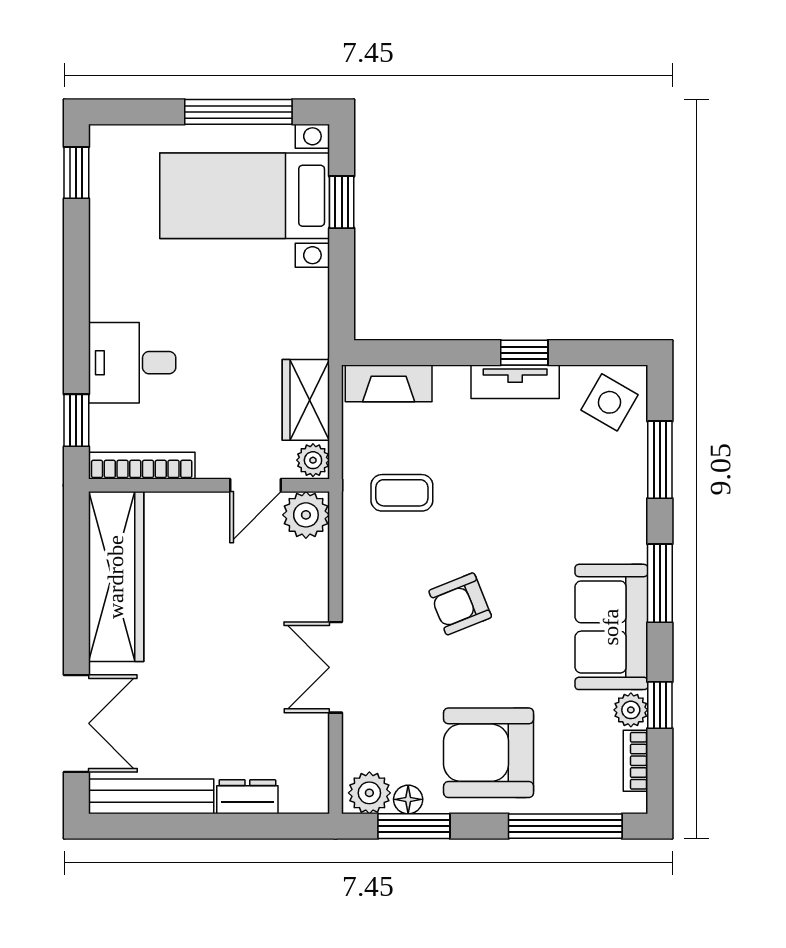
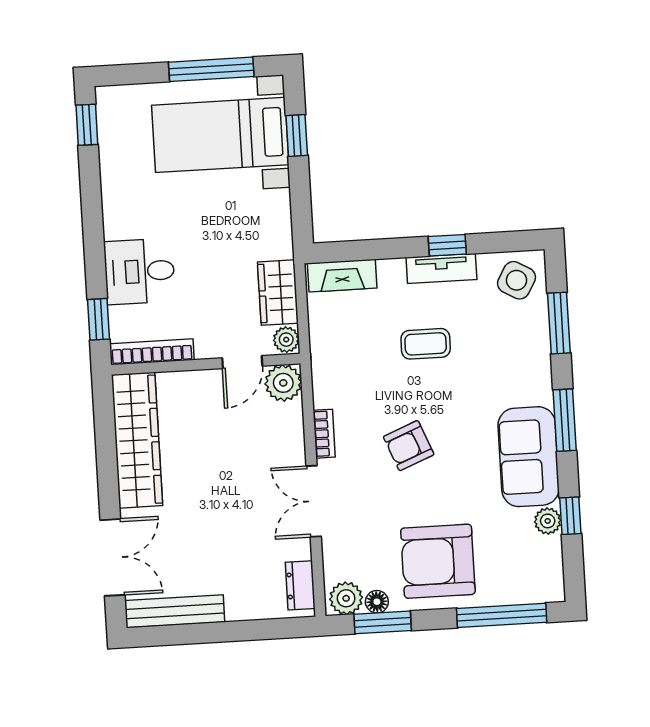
coffee table: (402, 493) -> (426, 344), moved
bookcase: (635, 761) -> (324, 434), moved, turned 180
dresser: (247, 797) -> (300, 585), moved, turned -90

